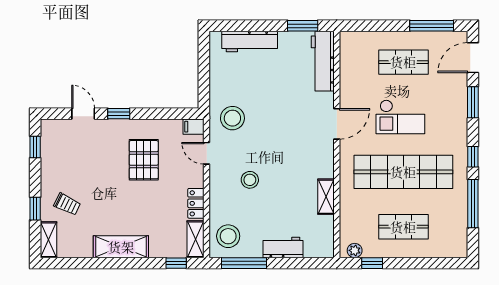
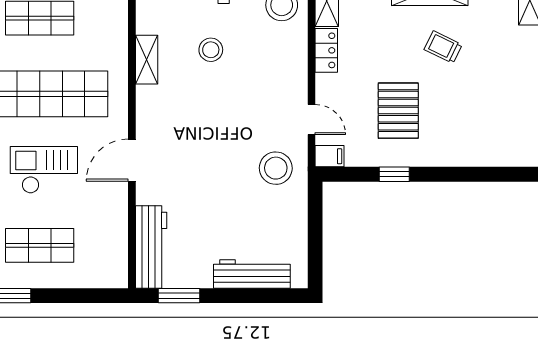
door: (83, 114) -> (482, 174), removed
window: (119, 114) -> (394, 174), moved
stool: (250, 180) -> (211, 50), moved
trolley: (67, 204) -> (443, 47), moved

